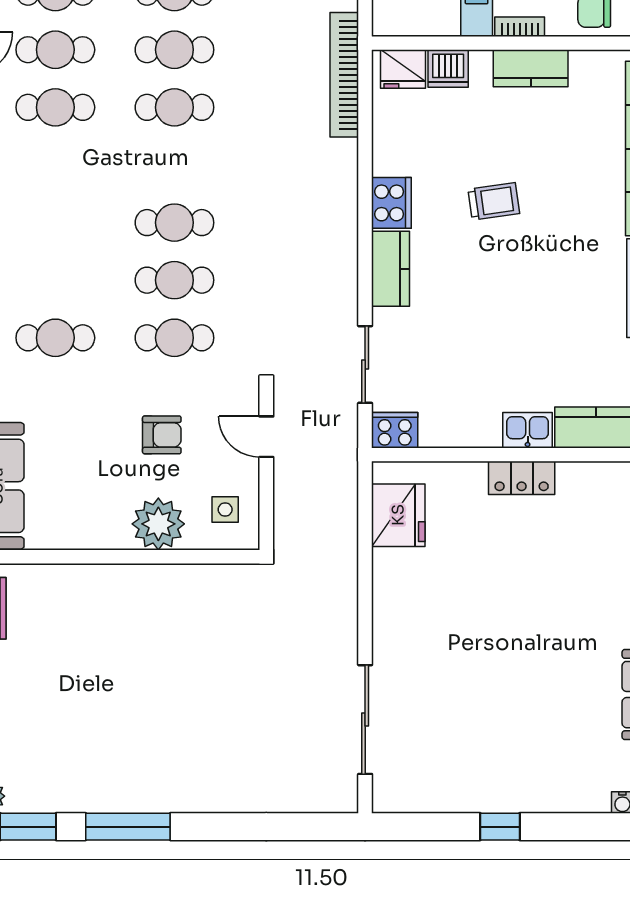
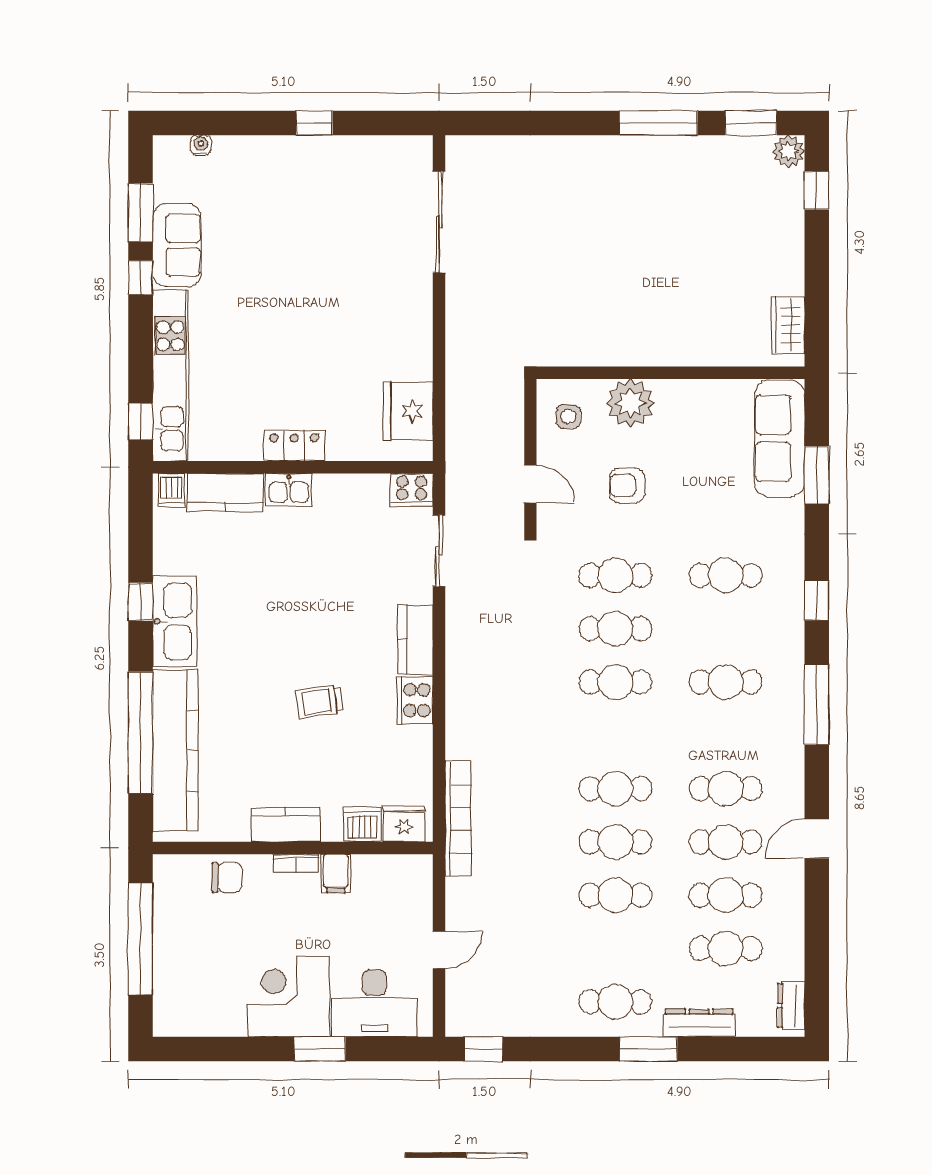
cafe table: (55, 223) -> (726, 682), added

